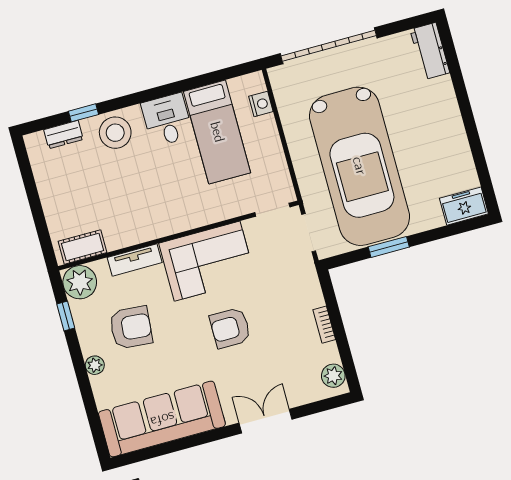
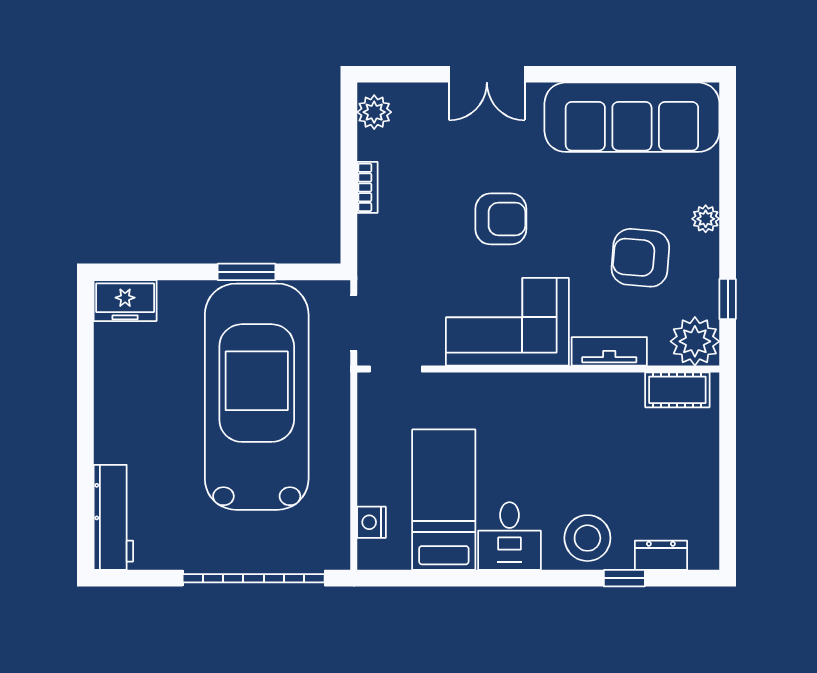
workbench: (430, 51) -> (113, 517), width x1.38

